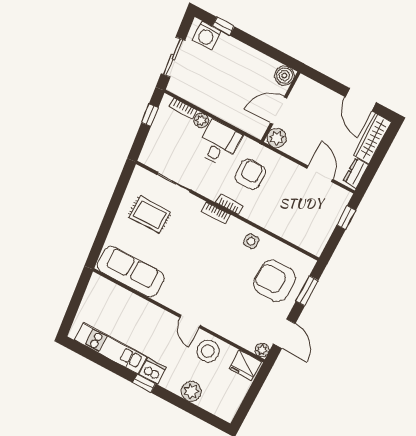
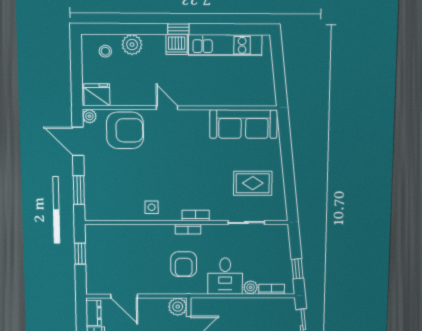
window: (346, 218) -> (80, 254), moved
armchair: (274, 281) -> (125, 130), moved
stool: (208, 351) -> (105, 51), moved, width x0.53, depth x0.53

